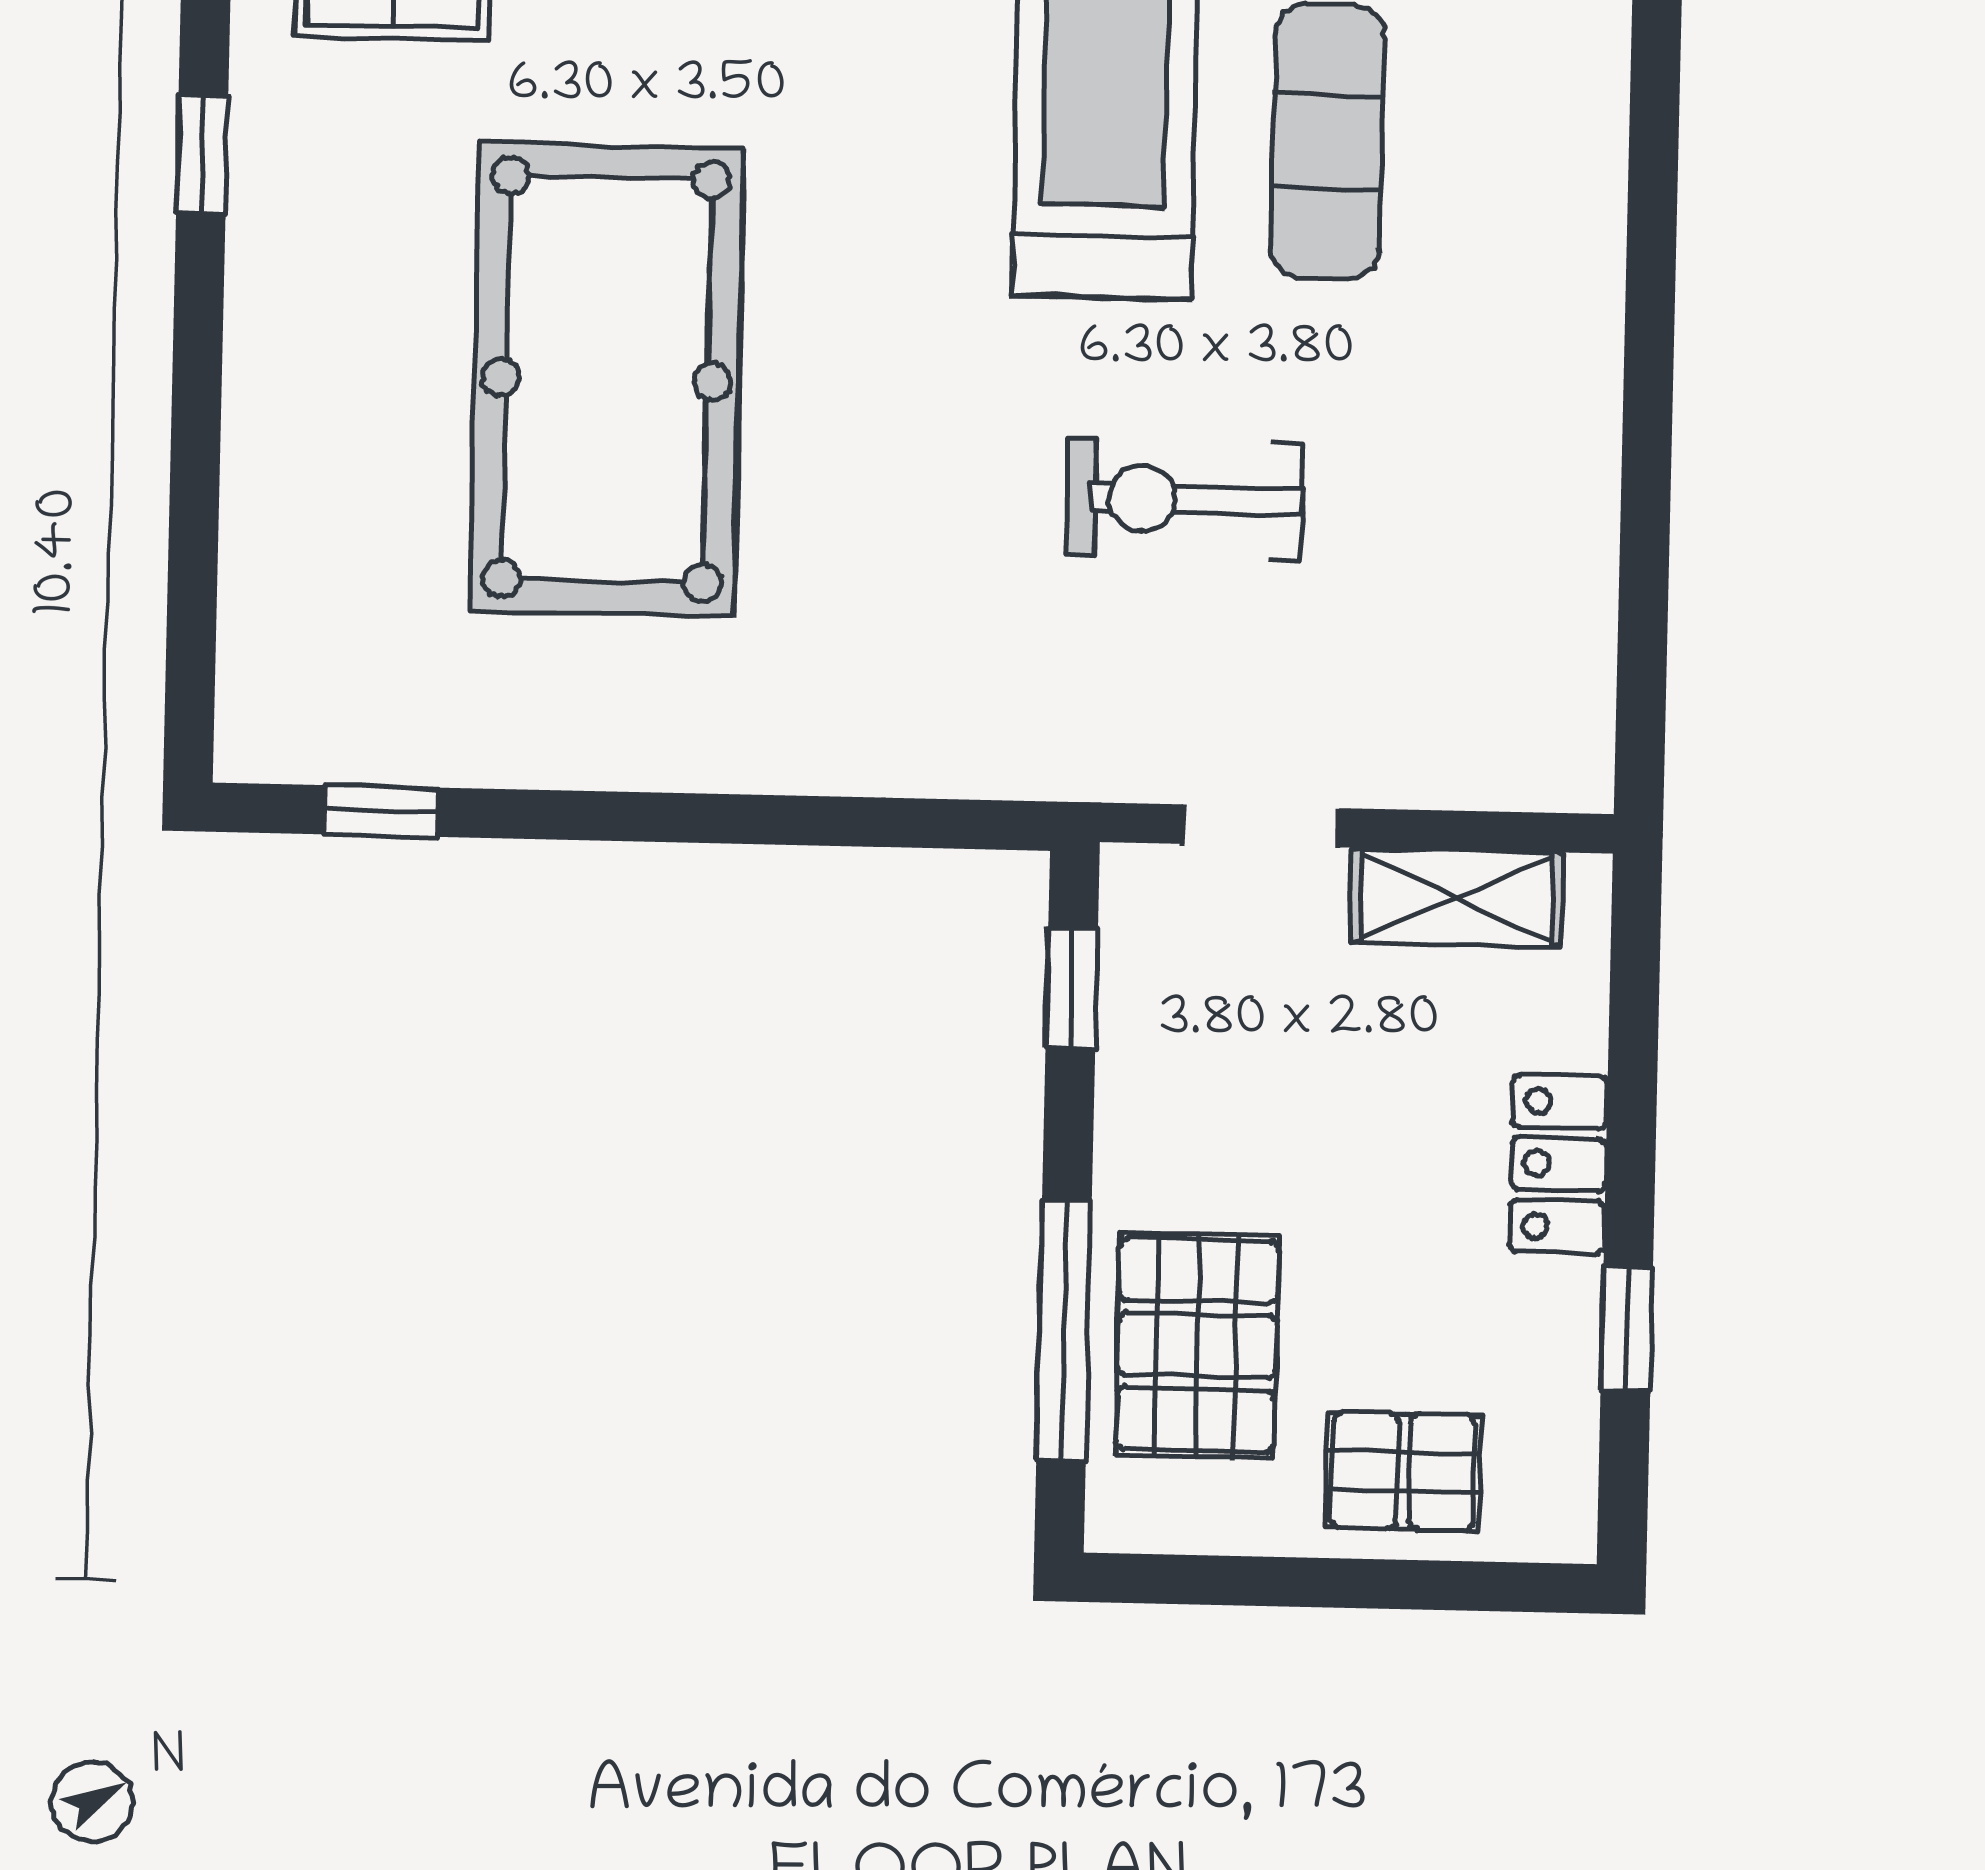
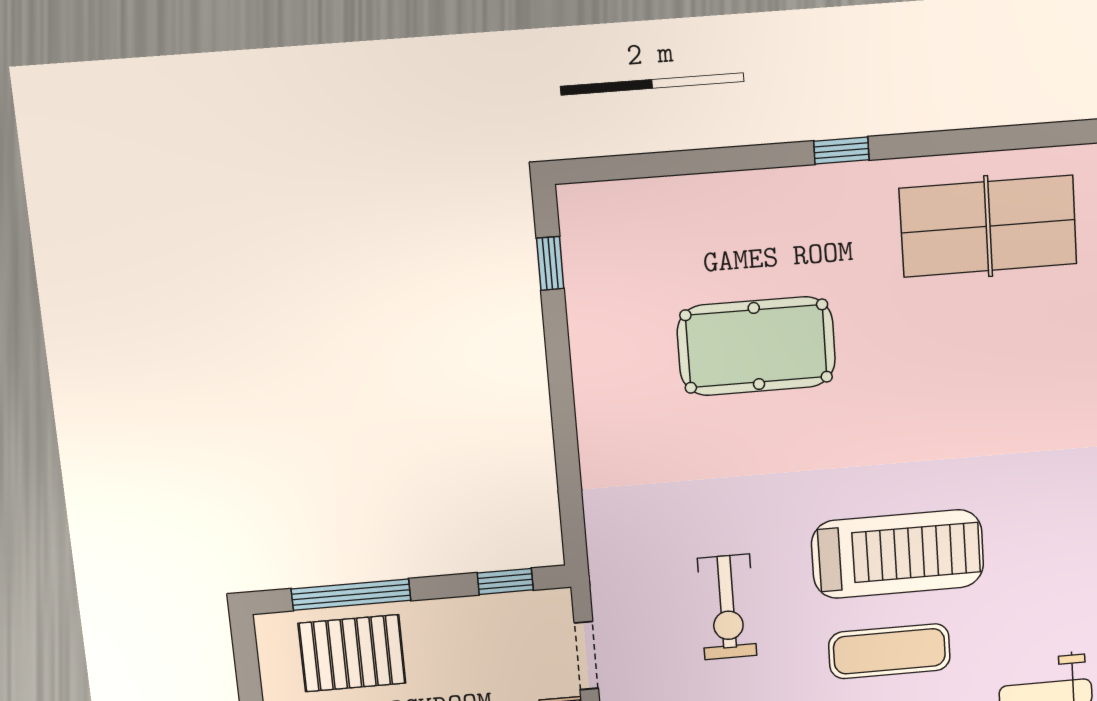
pool table: (607, 379) -> (756, 346), width x0.73, depth x0.76
exercise bike: (1185, 499) -> (727, 607), turned 180

